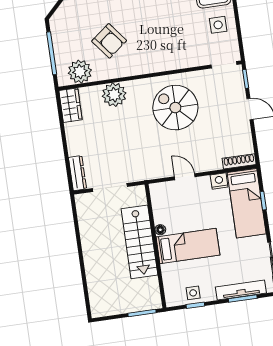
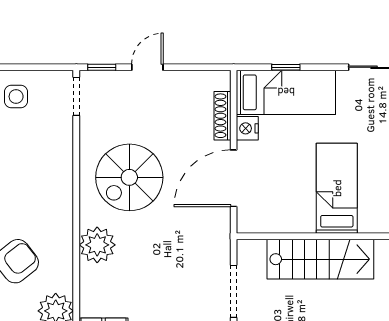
plant: (114, 95) -> (97, 245), moved
shoe rack: (239, 161) -> (222, 116), moved
door: (185, 177) -> (234, 178), width x1.88
floor lamp: (160, 230) -> (307, 226), removed

